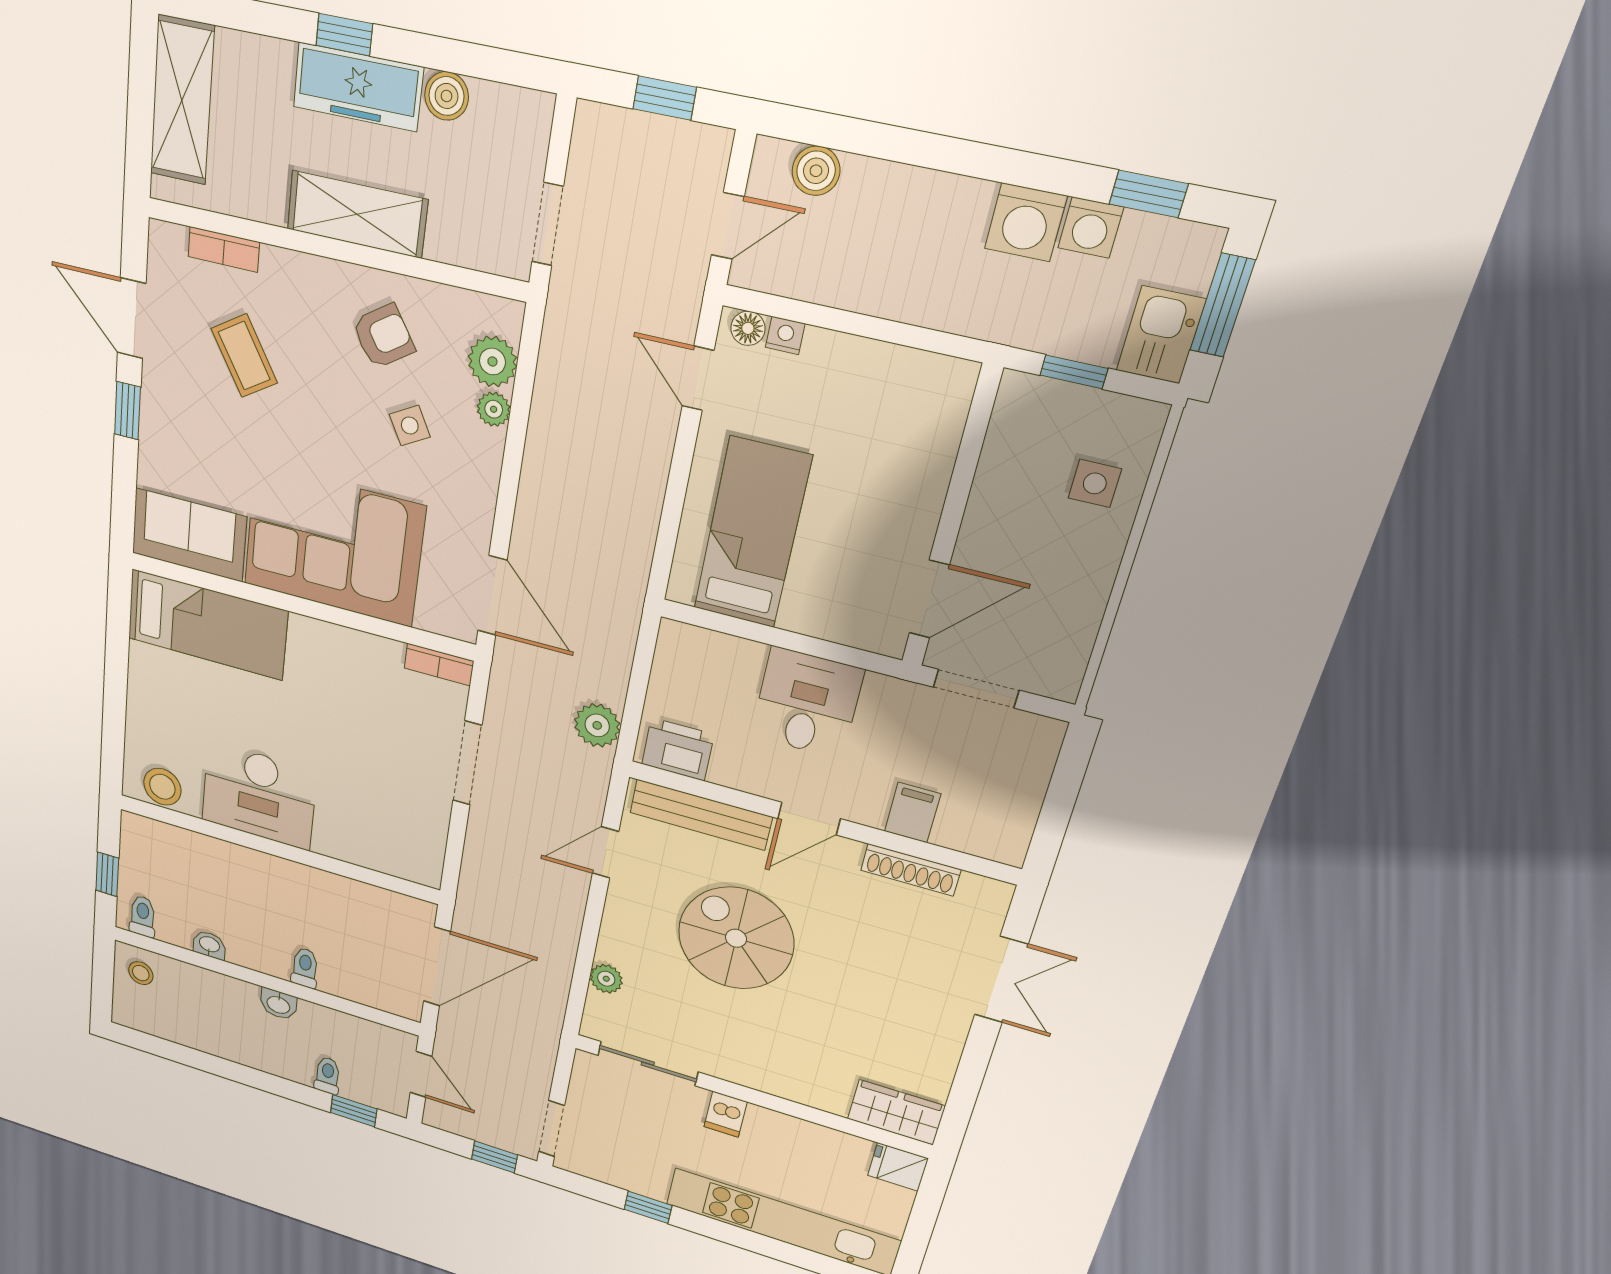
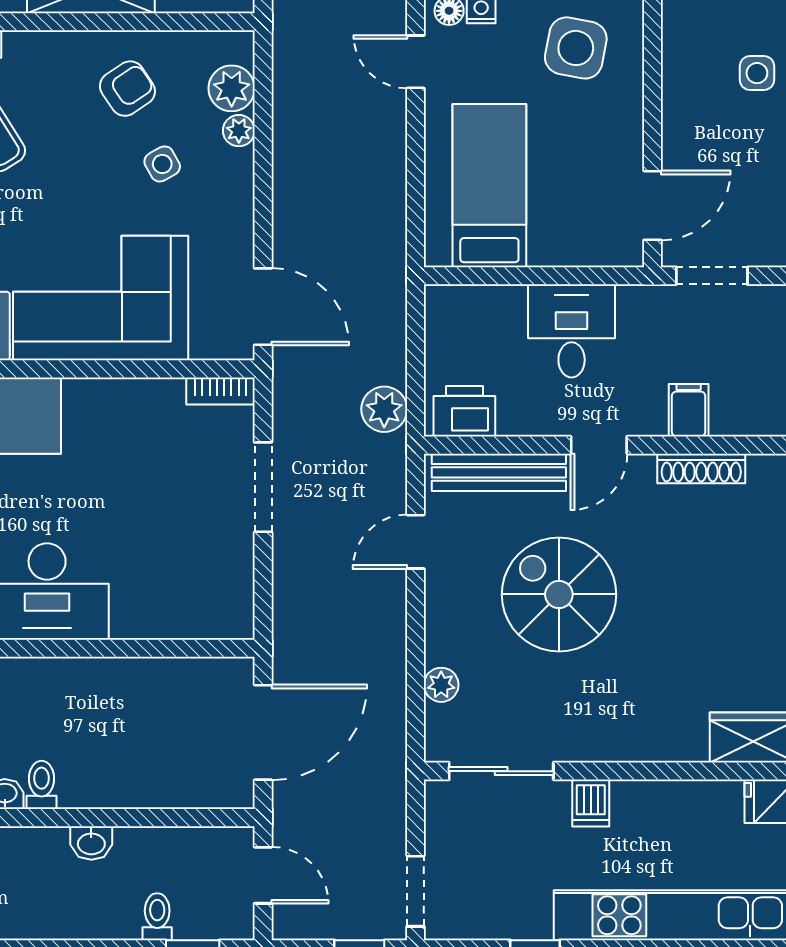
side table: (886, 405) -> (576, 48), added
toilet: (305, 968) -> (42, 785), moved

